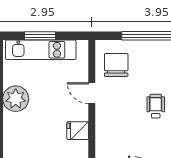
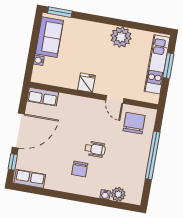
chair: (116, 65) -> (134, 123), turned -90
door: (92, 93) -> (115, 99), swing flipped

